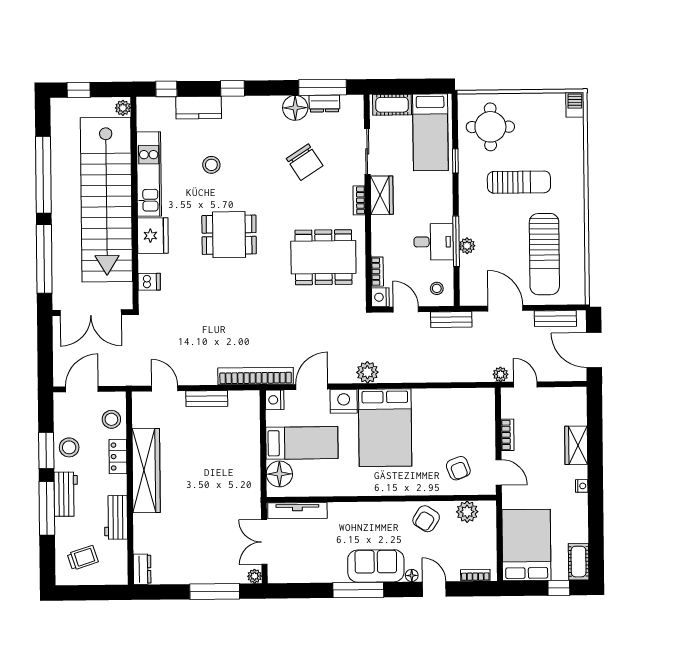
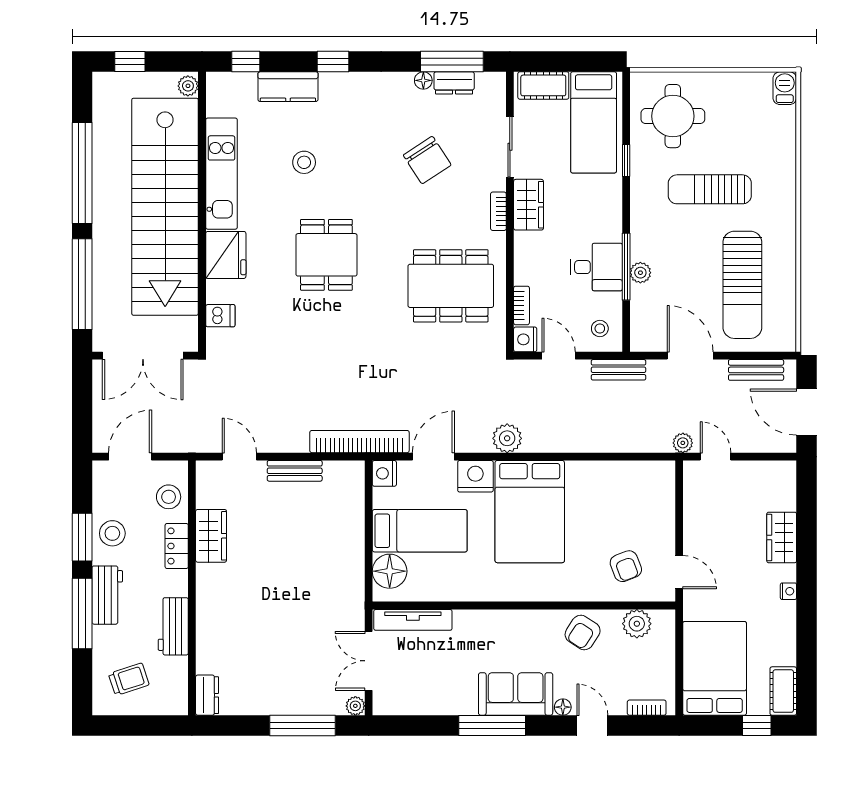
floor lamp: (295, 108) -> (423, 80), width x0.53, depth x0.53
sun lounger: (519, 182) -> (710, 189), turned 180
dining table: (229, 235) -> (326, 255), turned 90
bookcase: (508, 435) -> (691, 523), removed
wardrobe: (146, 471) -> (211, 536), width x0.48, depth x0.85

